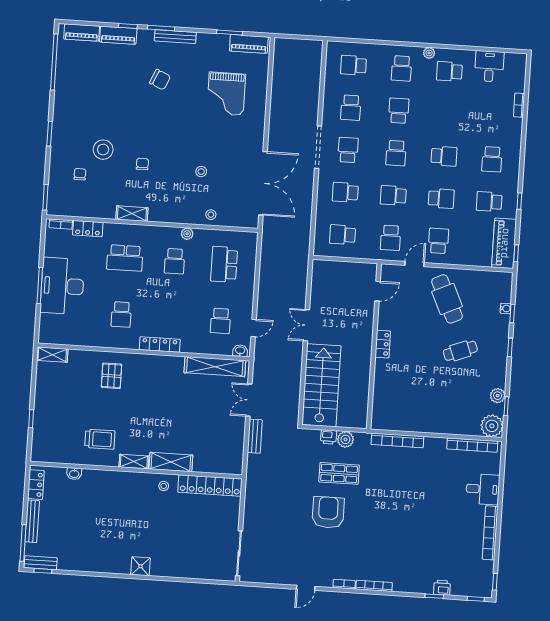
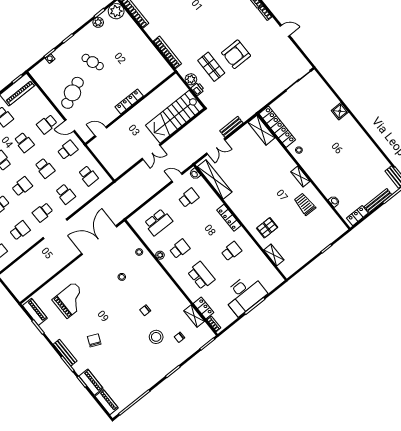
school desk: (441, 199) -> (24, 142), turned 180
shelving: (132, 214) -> (194, 316), moved
locker: (383, 344) -> (129, 101), width x1.53
shelving: (52, 355) -> (274, 255), moved
shelving: (171, 462) -> (262, 130), moved
shower: (141, 566) -> (340, 111), moved

